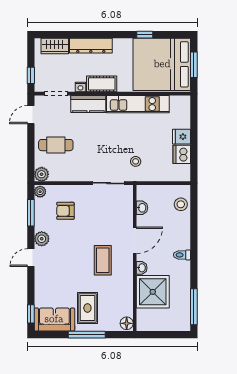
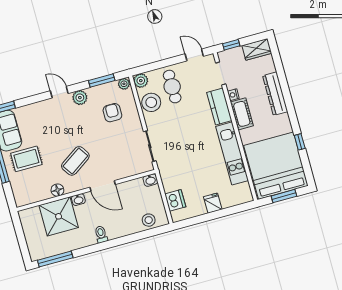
wardrobe: (55, 46) -> (257, 49), moved, turned -90
dishwasher: (182, 154) -> (175, 200), moved, turned 90
stool: (136, 161) -> (151, 102), moved, width x1.89, depth x1.89
washbasin: (142, 208) -> (150, 180), moved
coffee table: (103, 260) -> (75, 161), turned -34
floor lamp: (127, 323) -> (57, 190), moved

